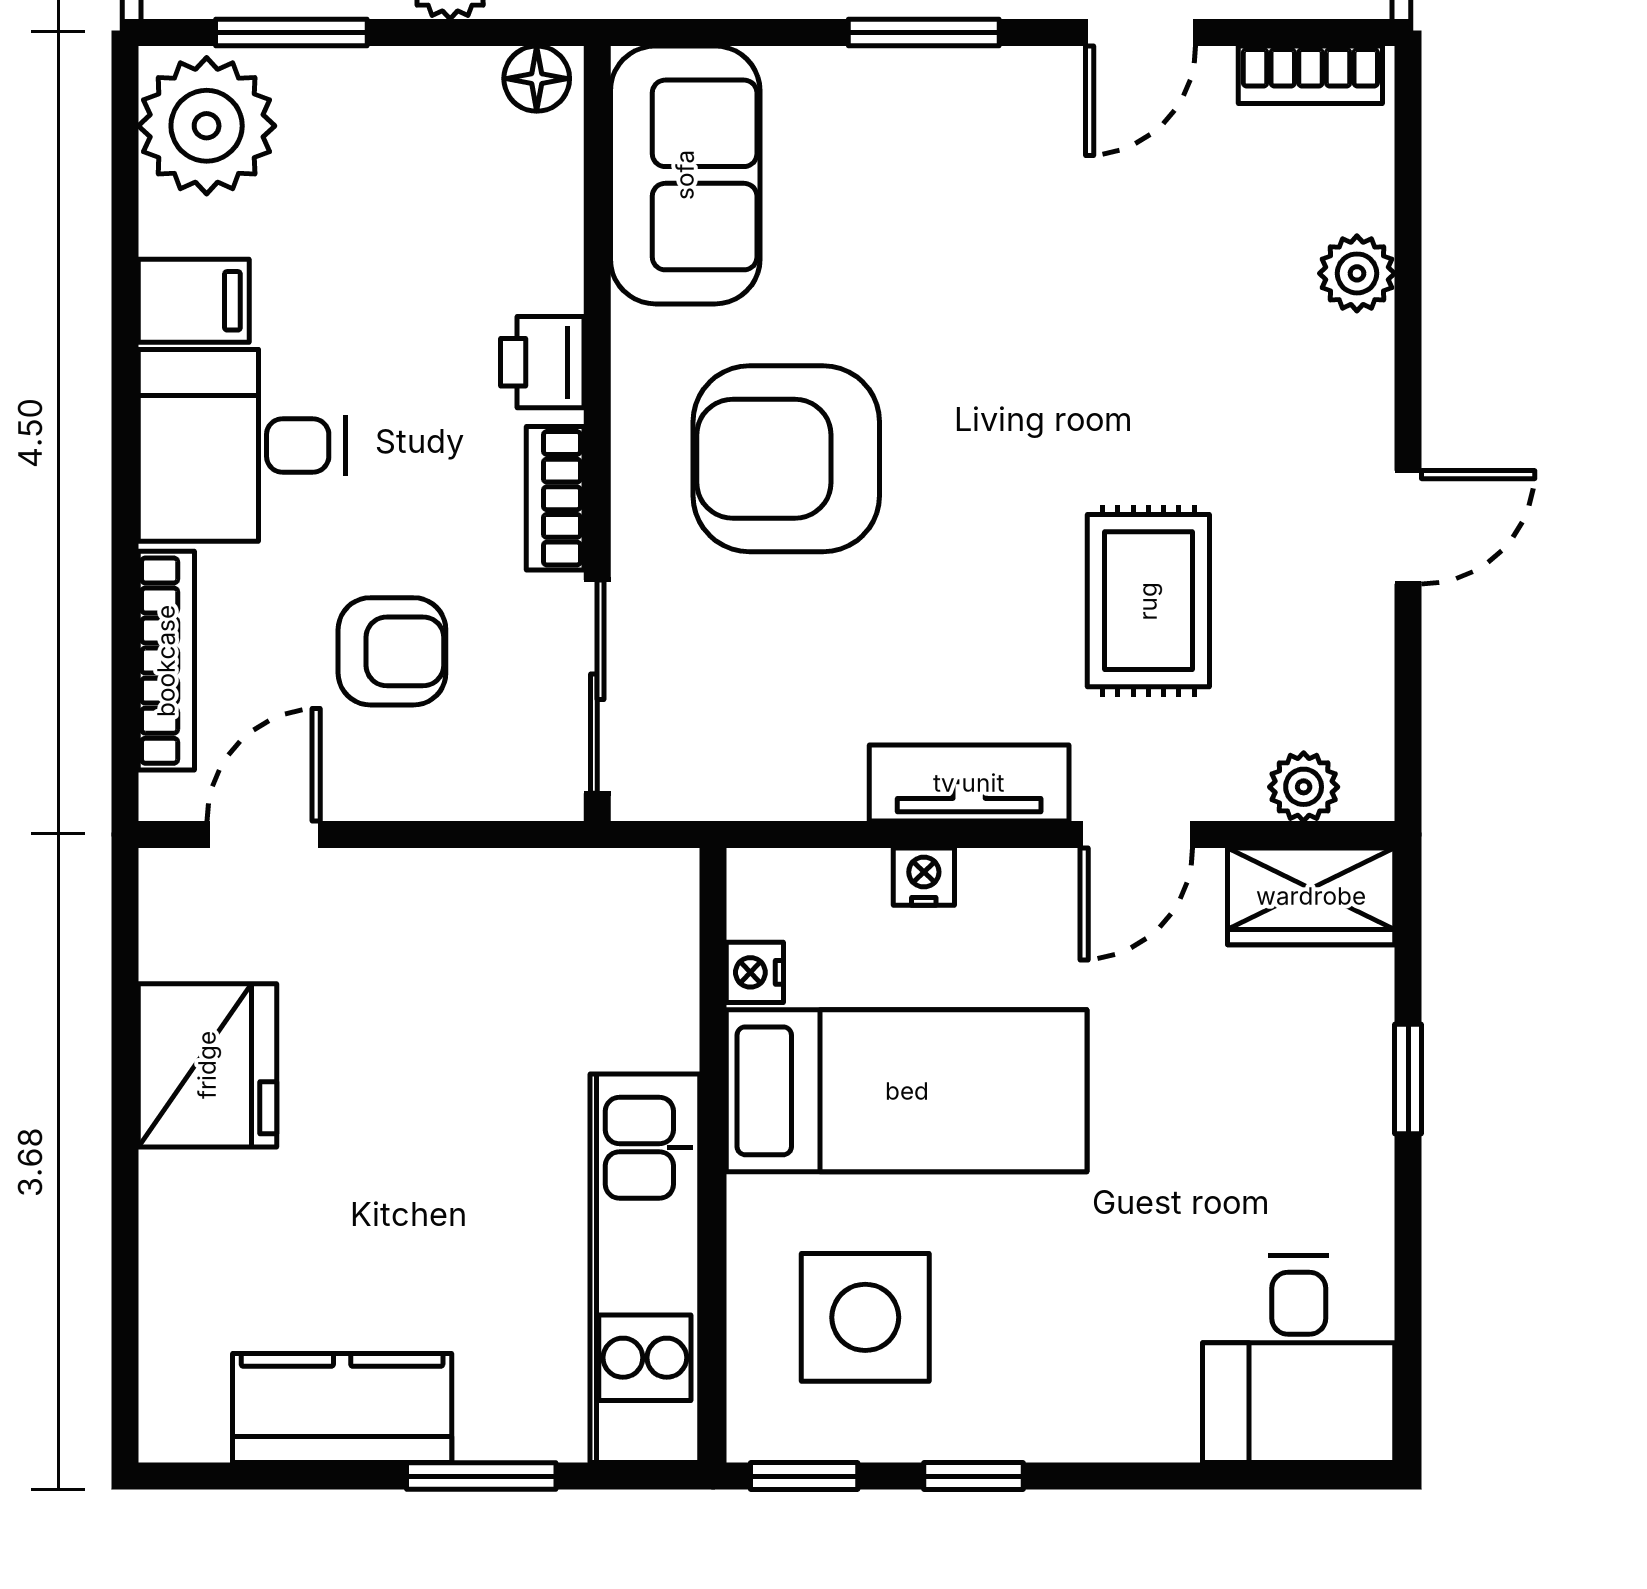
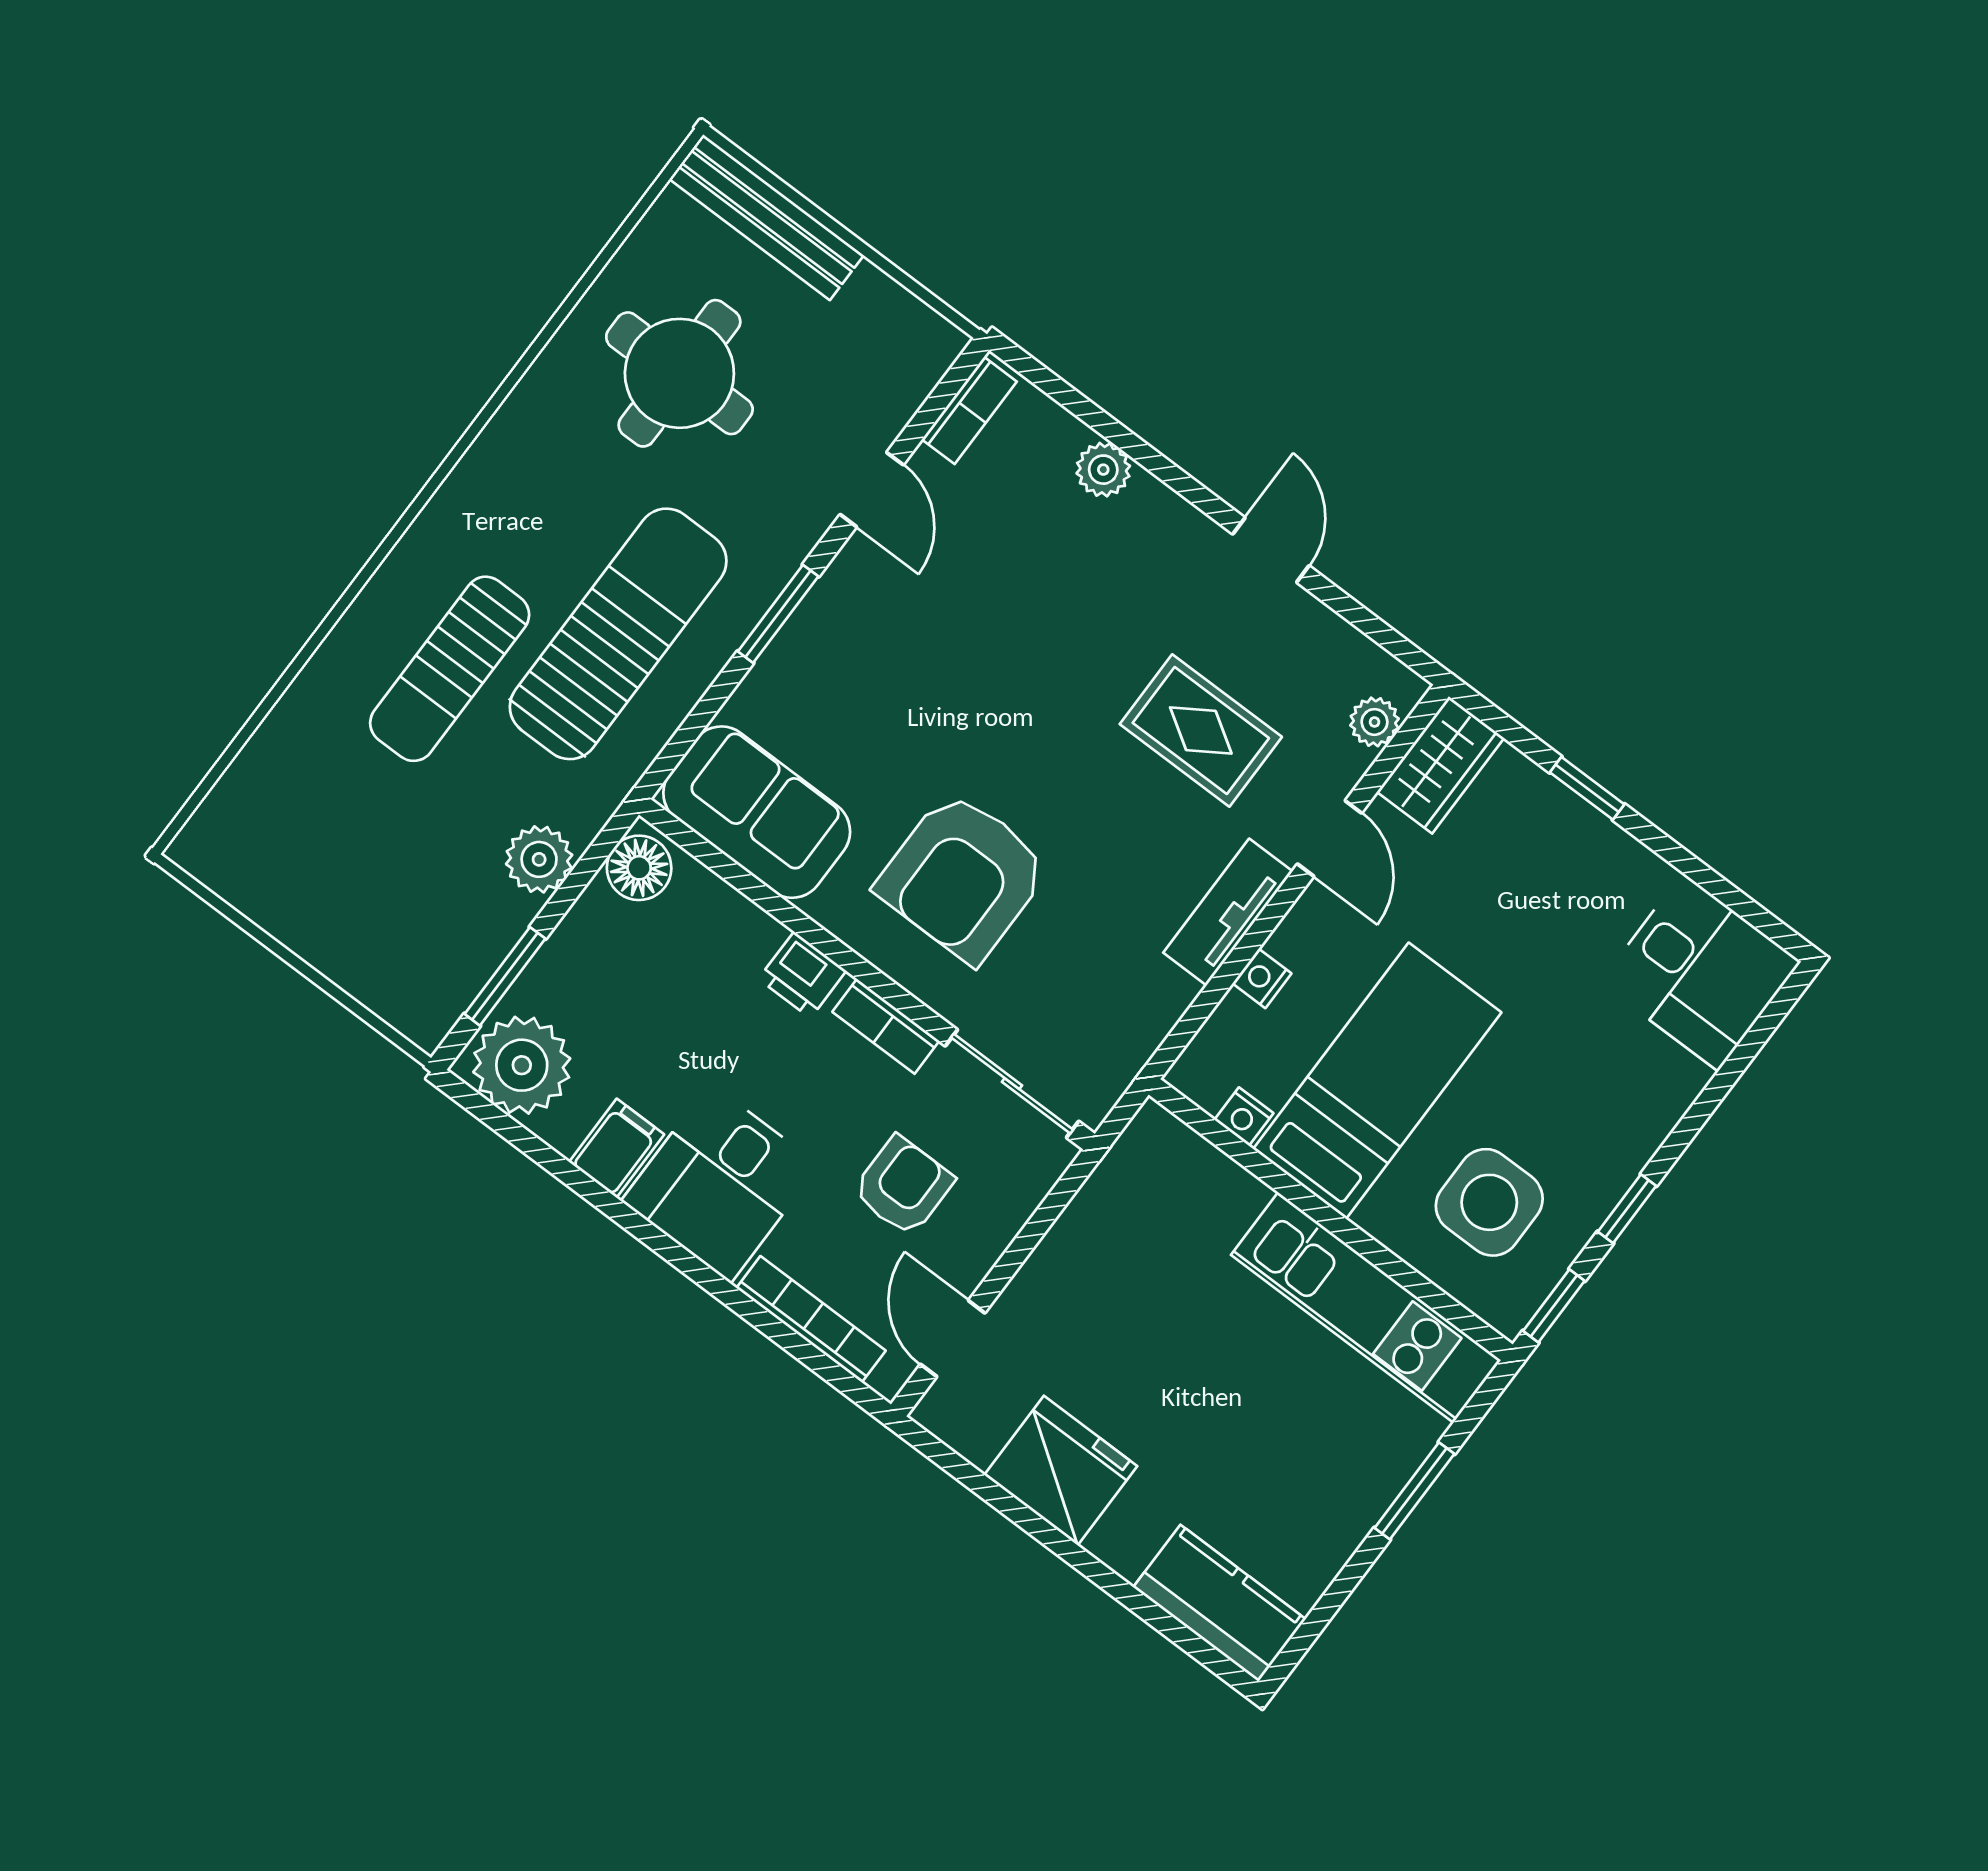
floor lamp: (537, 79) -> (639, 868), width x1.37, depth x1.37
kitchen counter: (342, 1408) -> (1219, 1603), moved, turned 90

